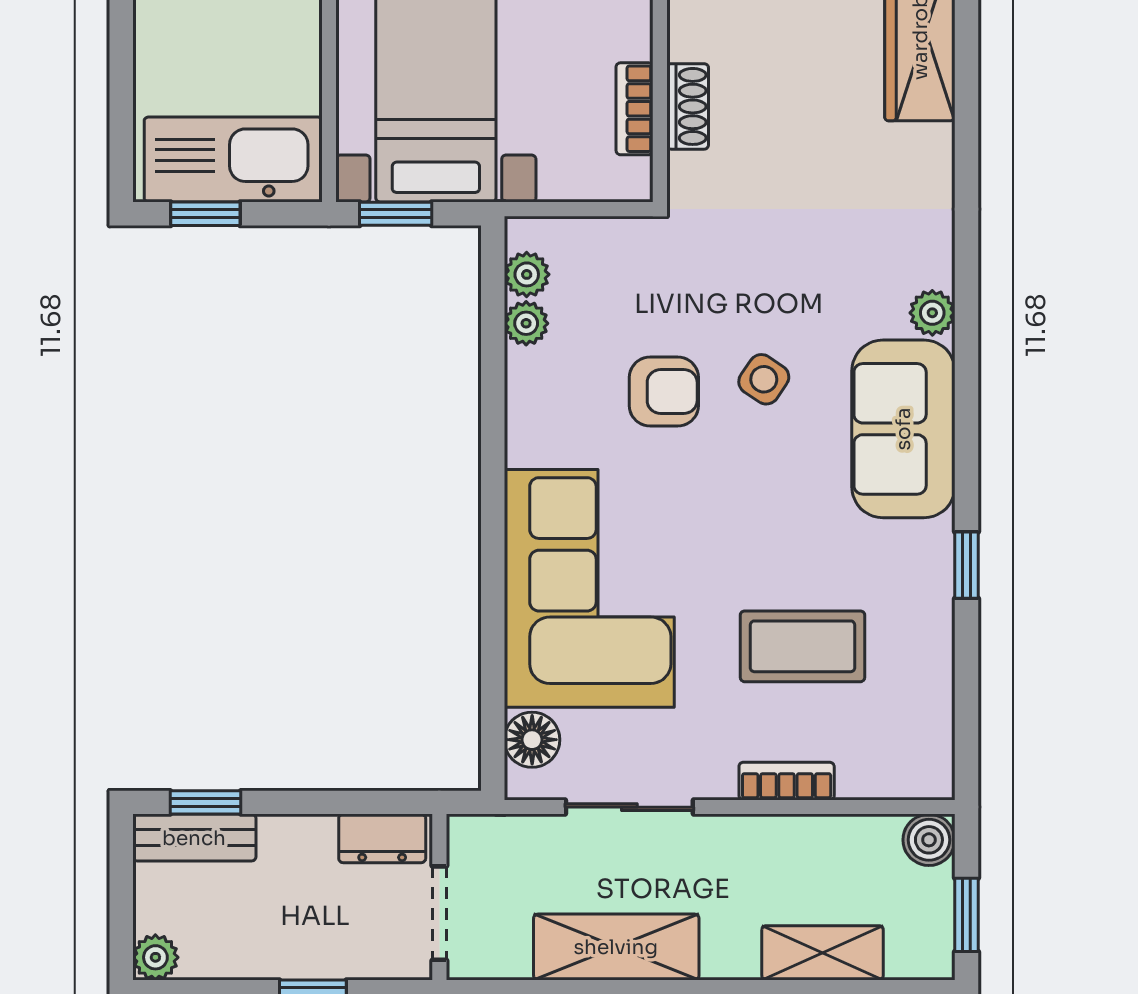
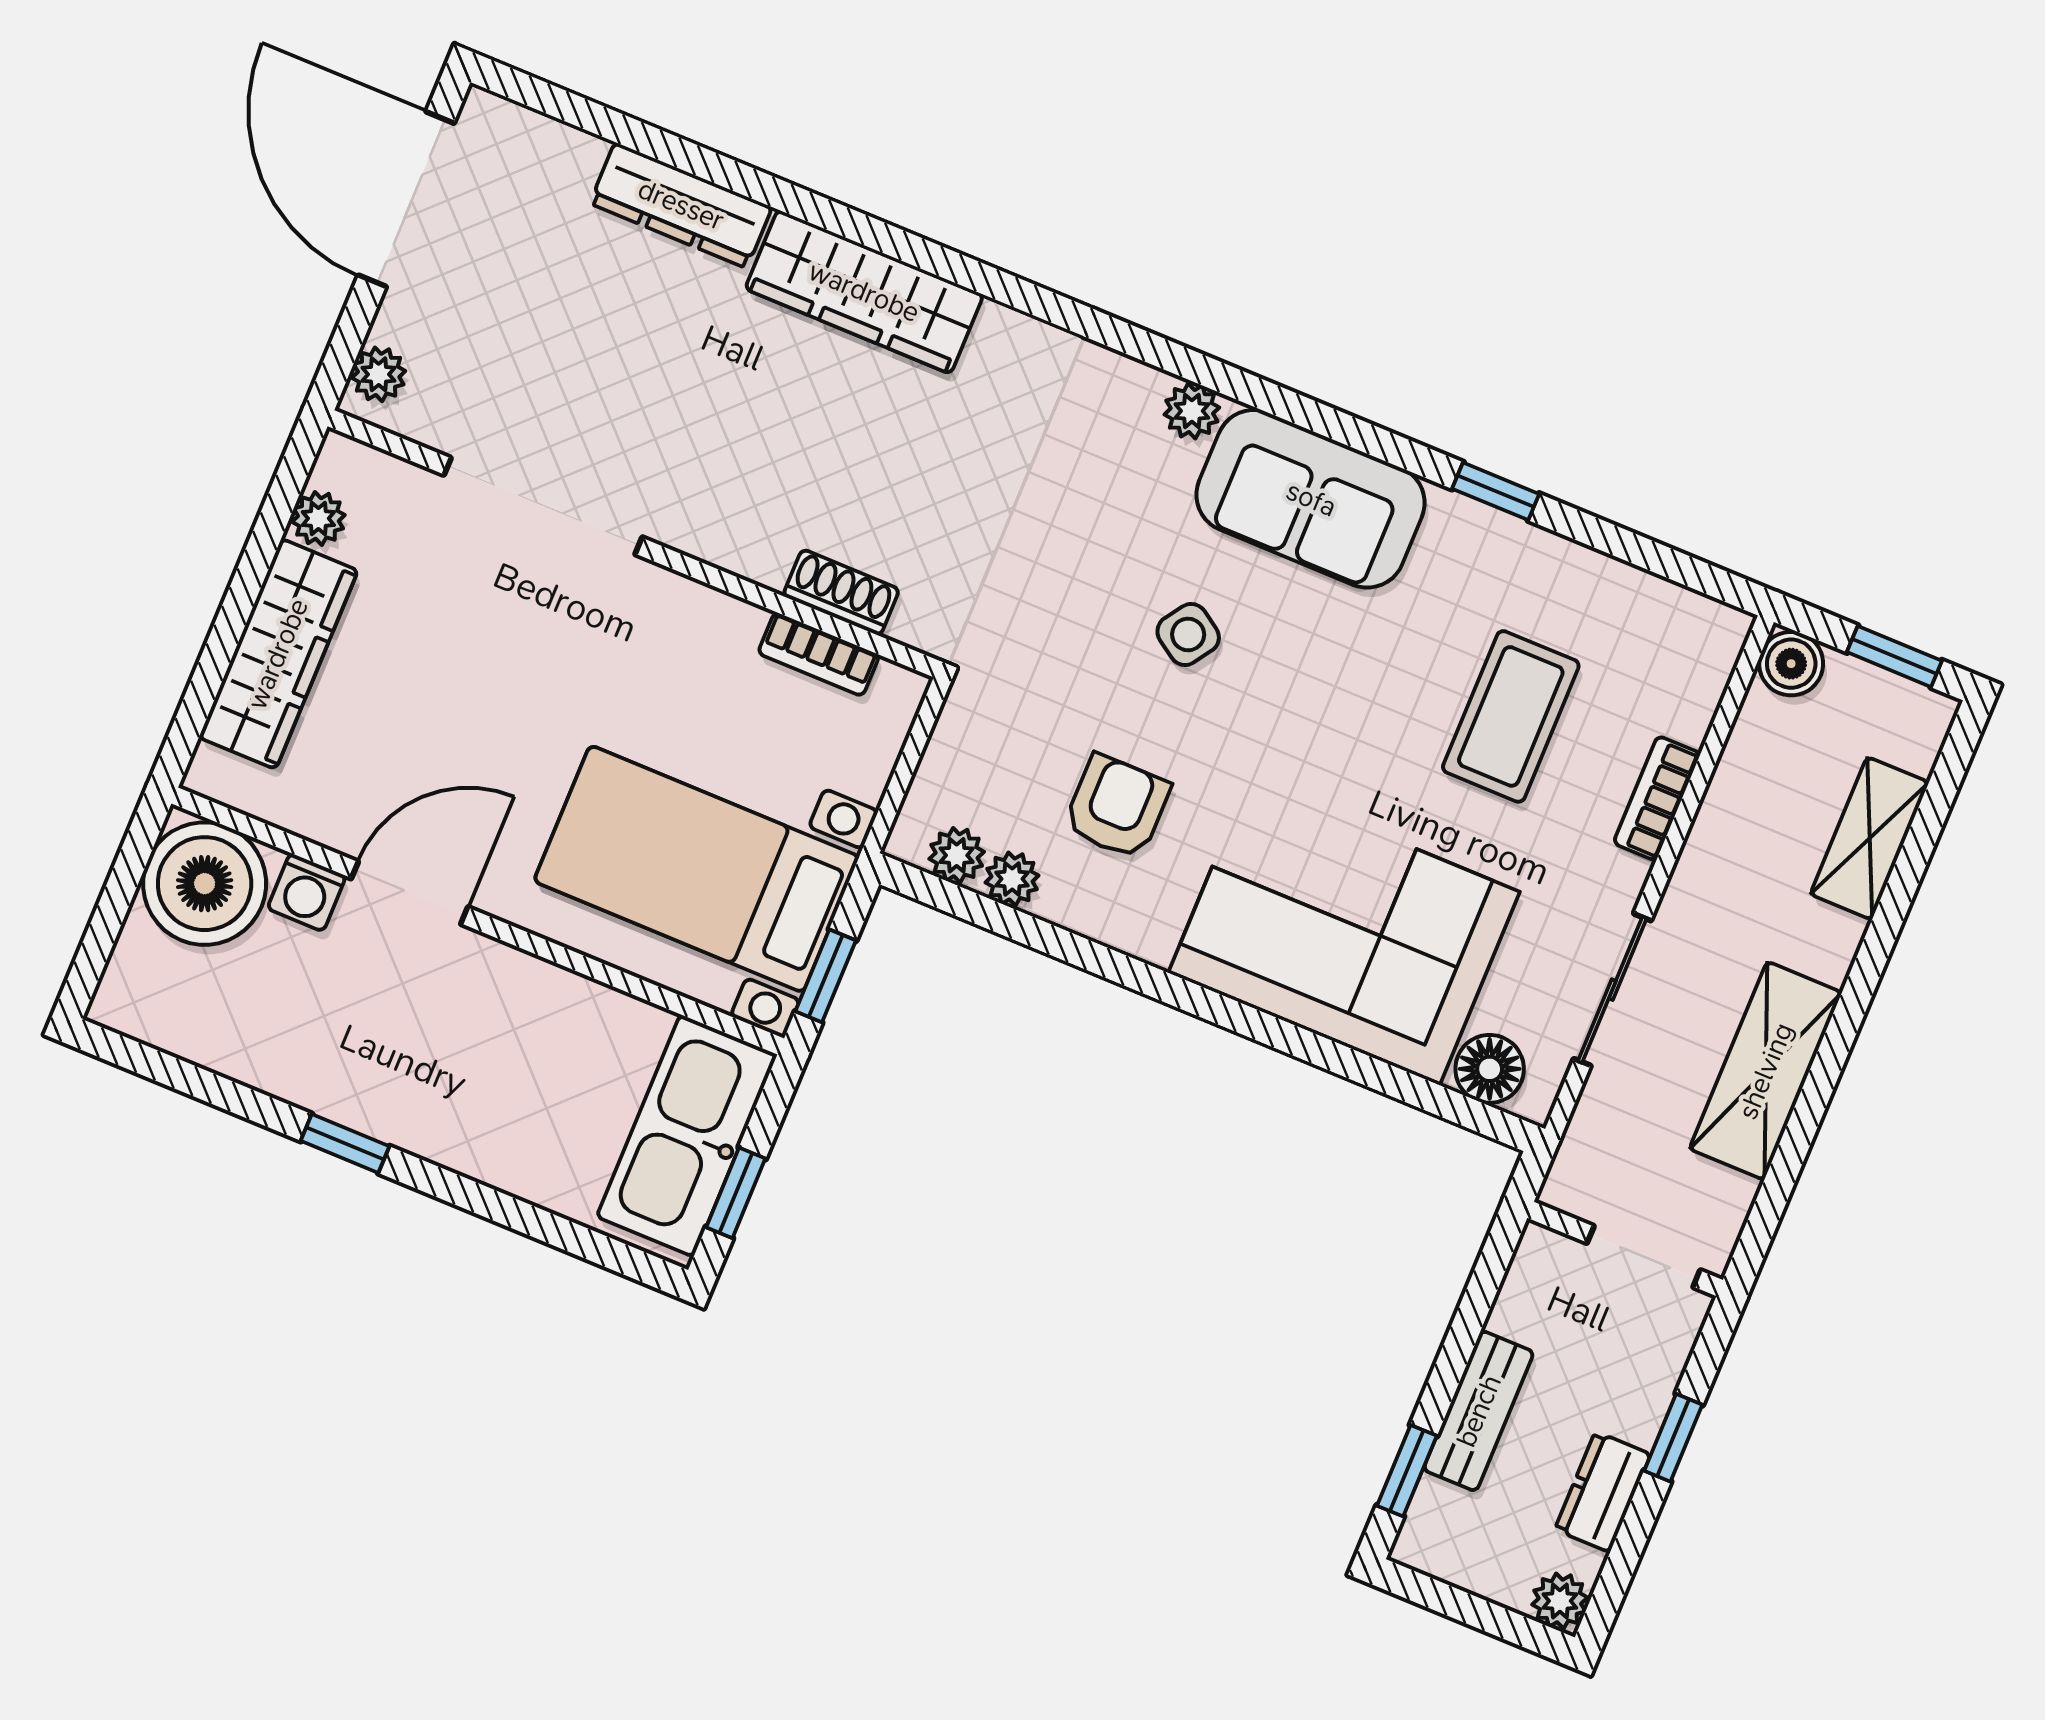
armchair: (664, 392) -> (1117, 807), moved
bench: (194, 838) -> (1479, 1411), moved
dresser: (382, 838) -> (1603, 1492), moved, turned 180

